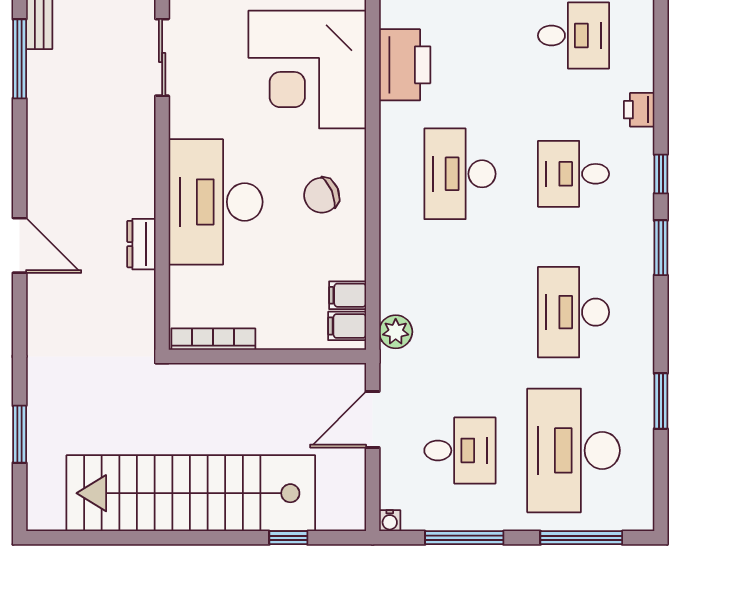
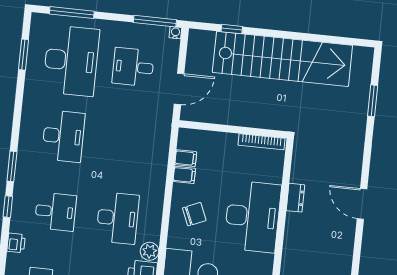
filing cabinet: (347, 326) -> (184, 175), moved
plant: (396, 332) -> (150, 251), moved
window: (661, 401) -> (24, 55), moved
window: (464, 538) -> (155, 21), moved

